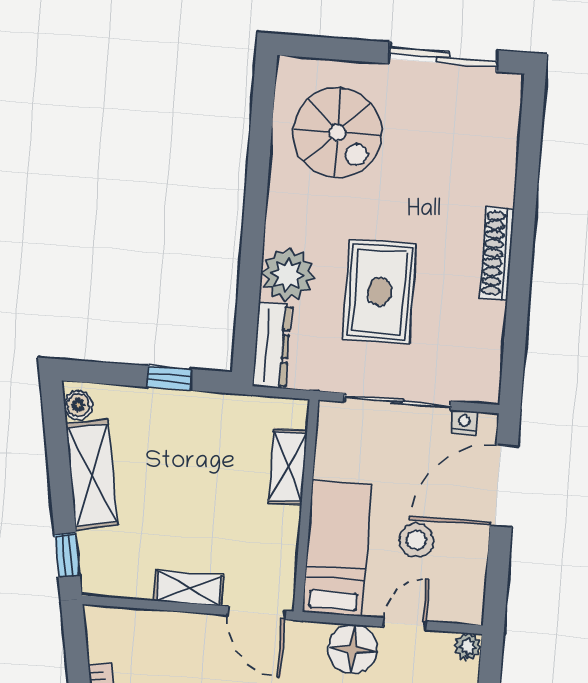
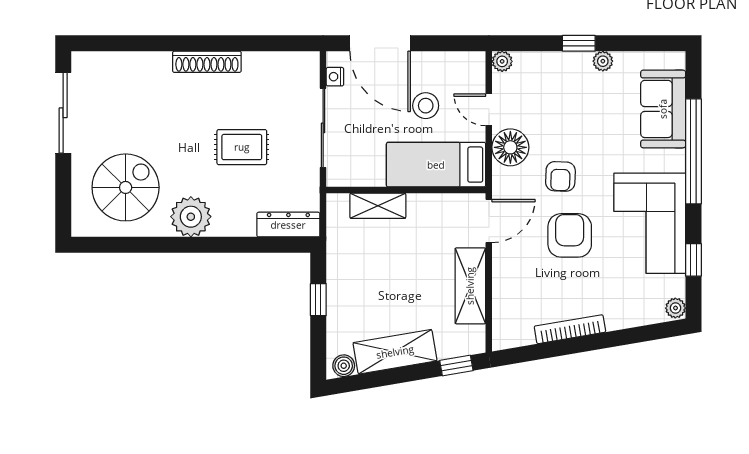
plant: (288, 275) -> (191, 217), moved
rug: (380, 291) -> (242, 147), width x0.73, depth x0.70
shelving: (189, 588) -> (470, 286), width x1.50, depth x1.33

